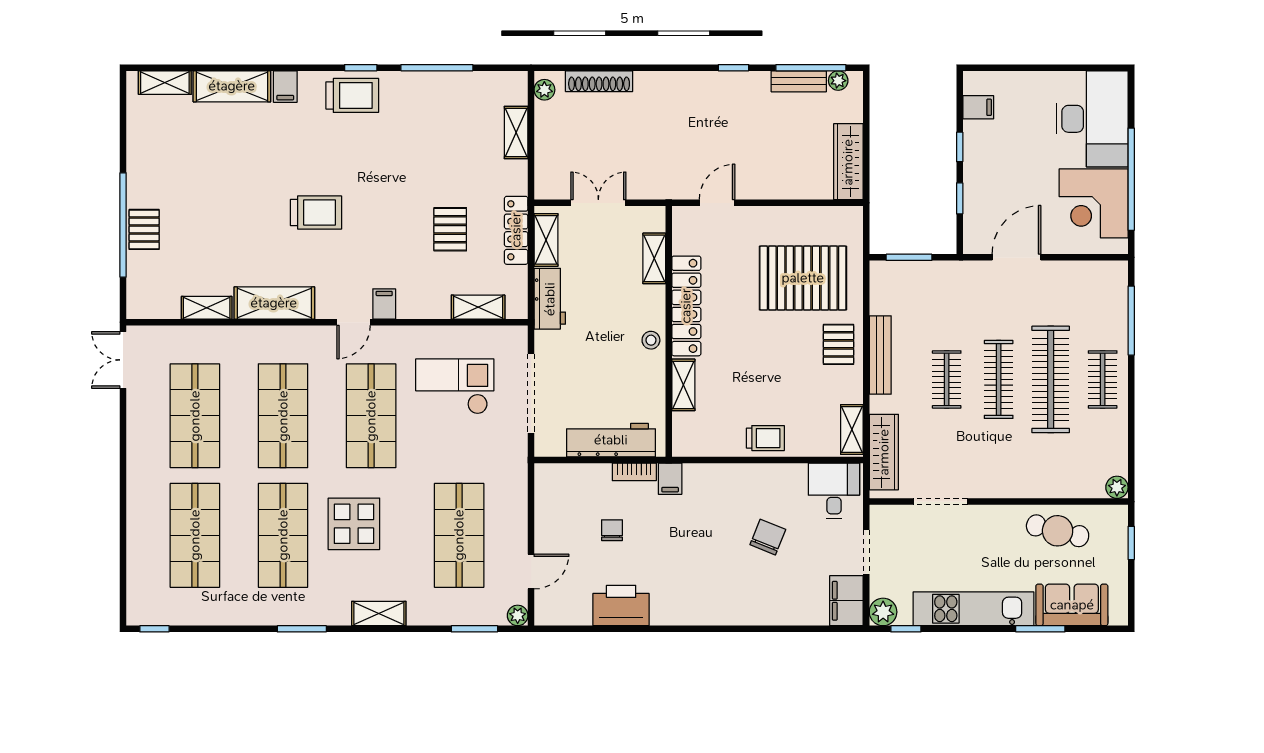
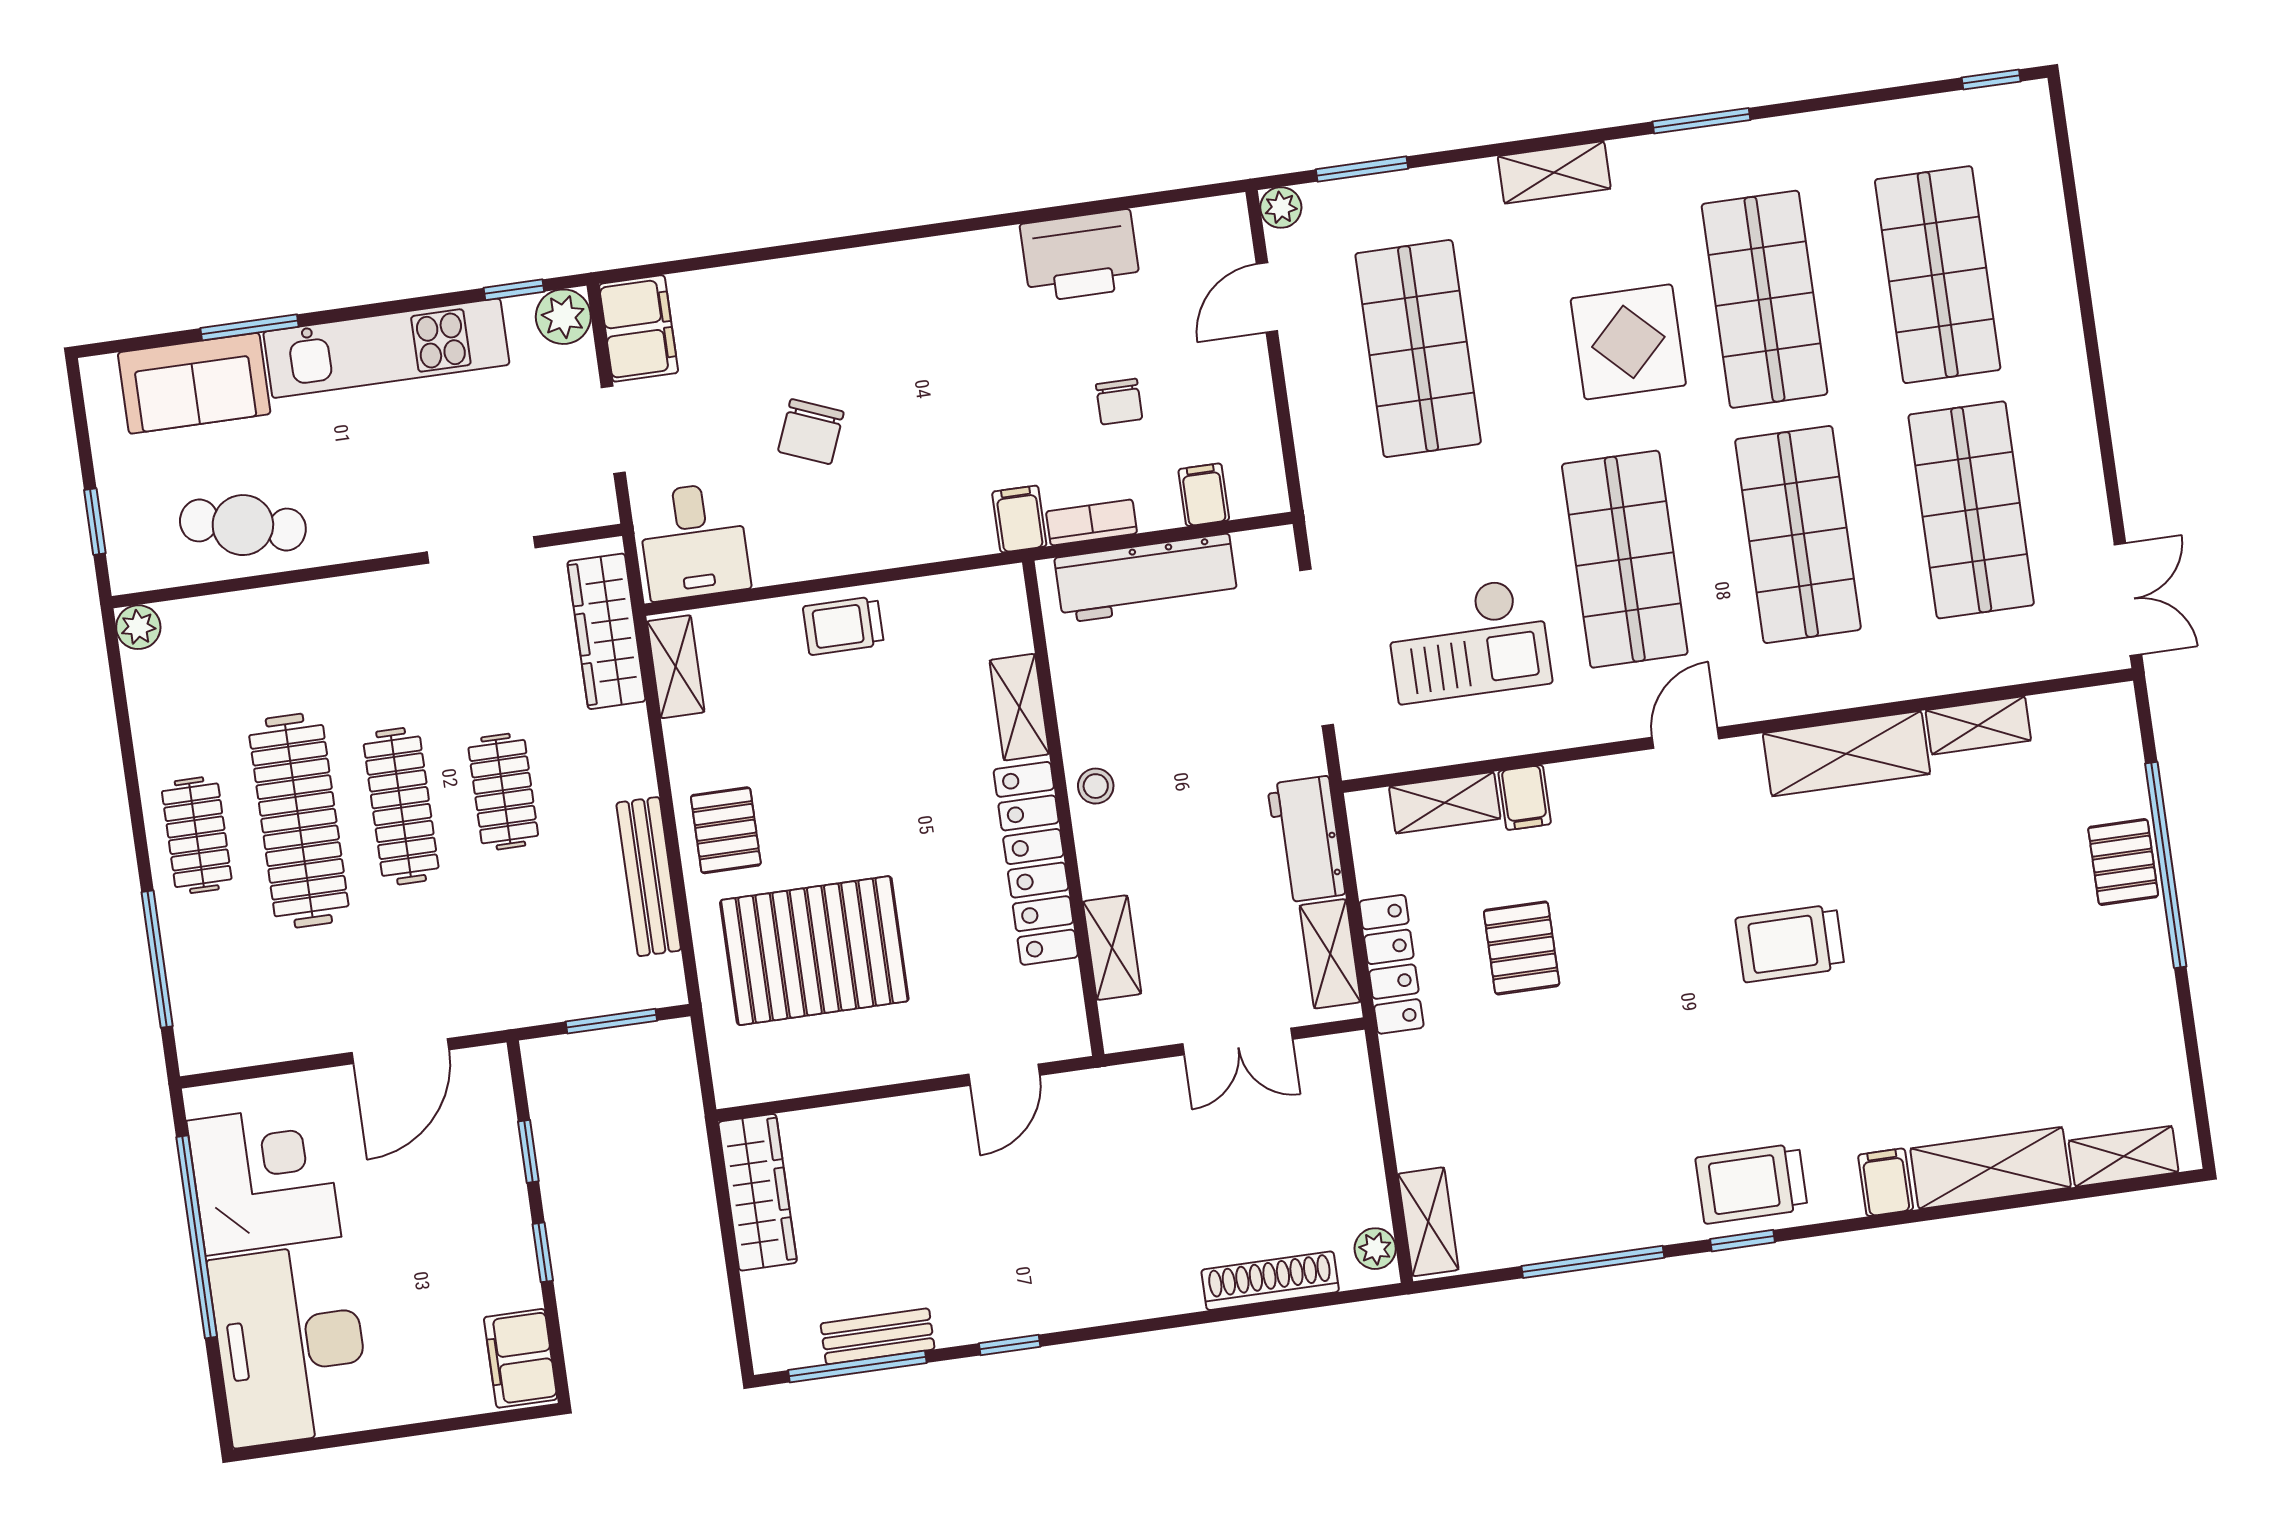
plant: (838, 81) -> (800, 1349), removed
filing cabinet: (978, 107) -> (521, 1358), width x2.00
shelving: (516, 132) -> (1428, 1222), moved
filing cabinet: (384, 304) -> (1525, 798), moved
bench: (880, 355) -> (649, 877), moved
filing cabinet: (576, 478) -> (1204, 495), added

